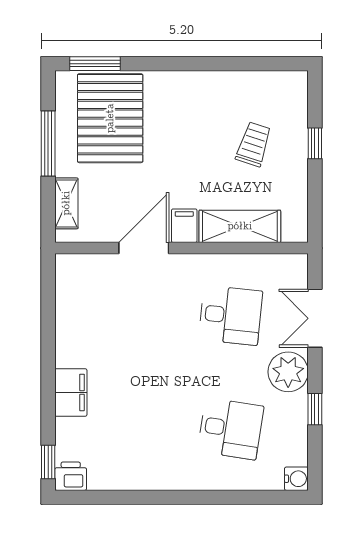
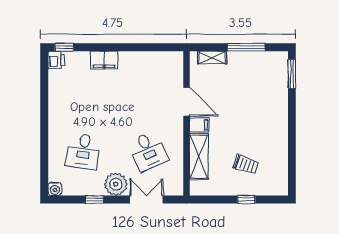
pallet: (110, 118) -> (261, 83), removed
desk: (231, 315) -> (148, 151), turned -30

